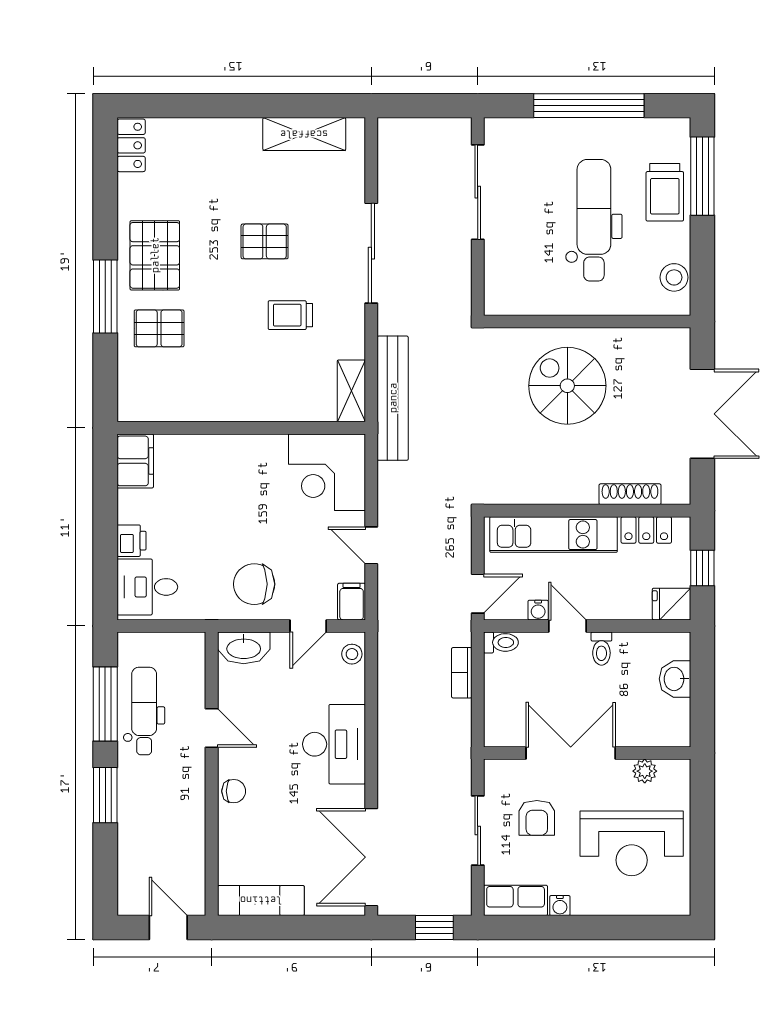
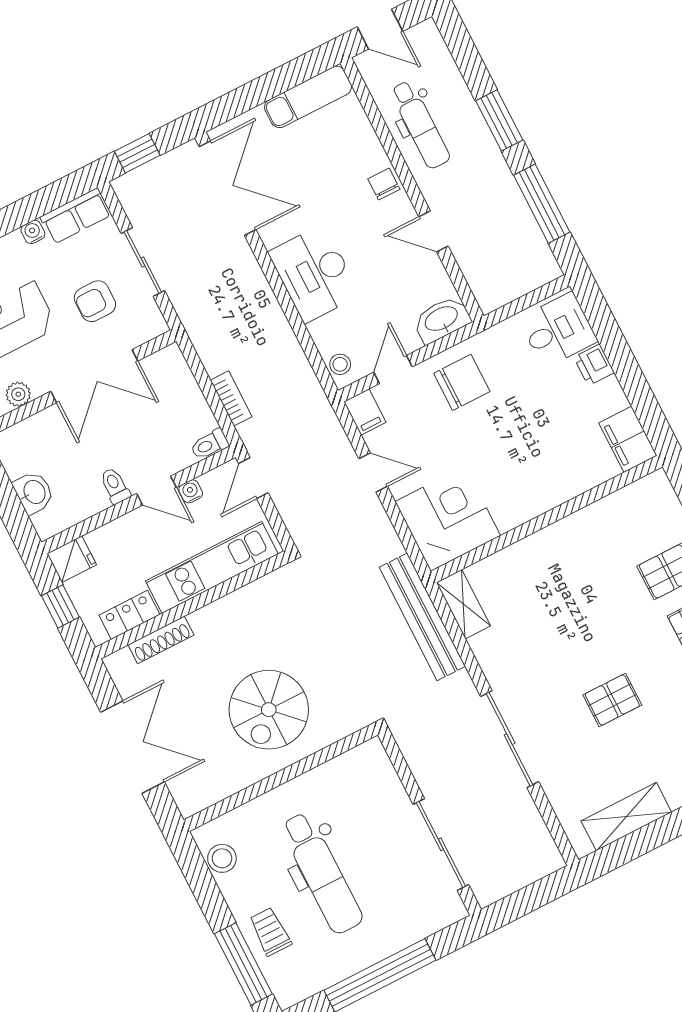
trolley: (665, 192) -> (270, 932), width x0.73, depth x0.72
trolley: (290, 315) -> (555, 645), removed
spiral stairs: (567, 386) -> (269, 710), turned 90
double door: (702, 414) -> (132, 747), swing flipped
dental chair: (144, 711) -> (420, 125), moved
chair: (234, 791) -> (384, 184), turned 90
armchair: (537, 818) -> (95, 301), turned -90

